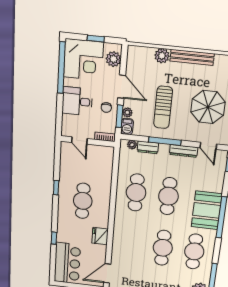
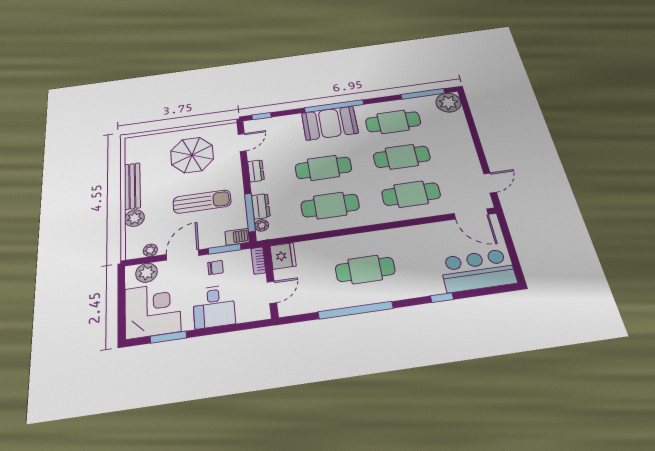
window: (96, 39) -> (121, 300), removed
window: (61, 68) -> (168, 337), width x0.47
plant: (127, 112) -> (150, 250), moved
window: (165, 141) -> (250, 212), moved
dresser: (184, 151) -> (256, 171), width x0.70
window: (56, 188) -> (356, 310), width x3.17
fridge: (100, 236) -> (283, 256), moved, turned -90
cafe table: (131, 244) -> (411, 194), added

